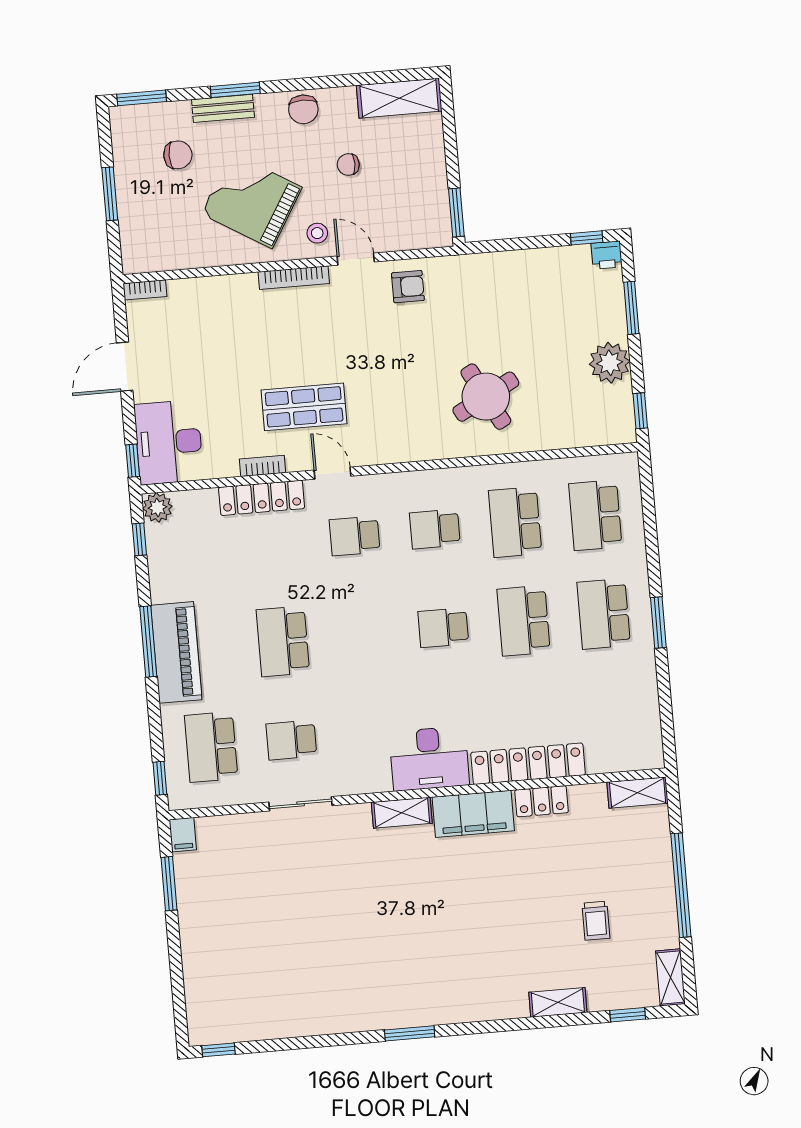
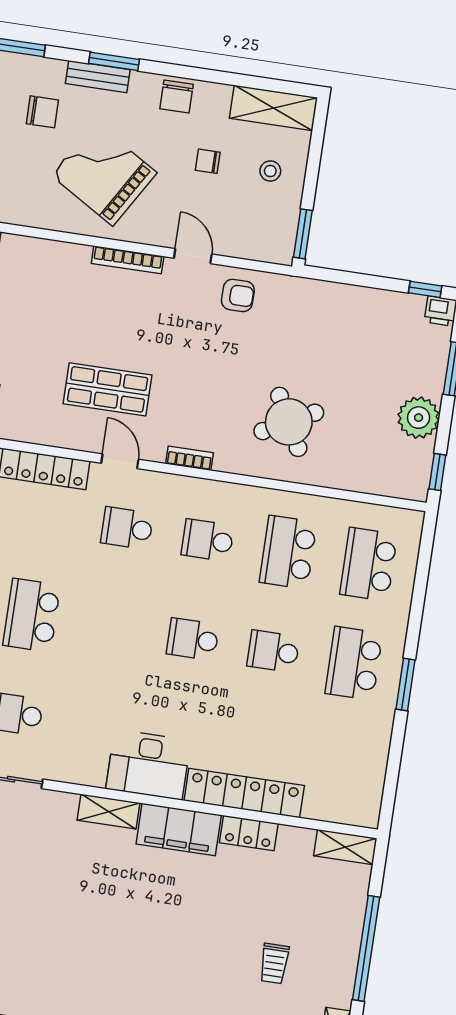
stool: (317, 233) -> (270, 171), moved
bookcase: (263, 466) -> (190, 458), moved
school desk: (524, 621) -> (273, 651), width x0.54

